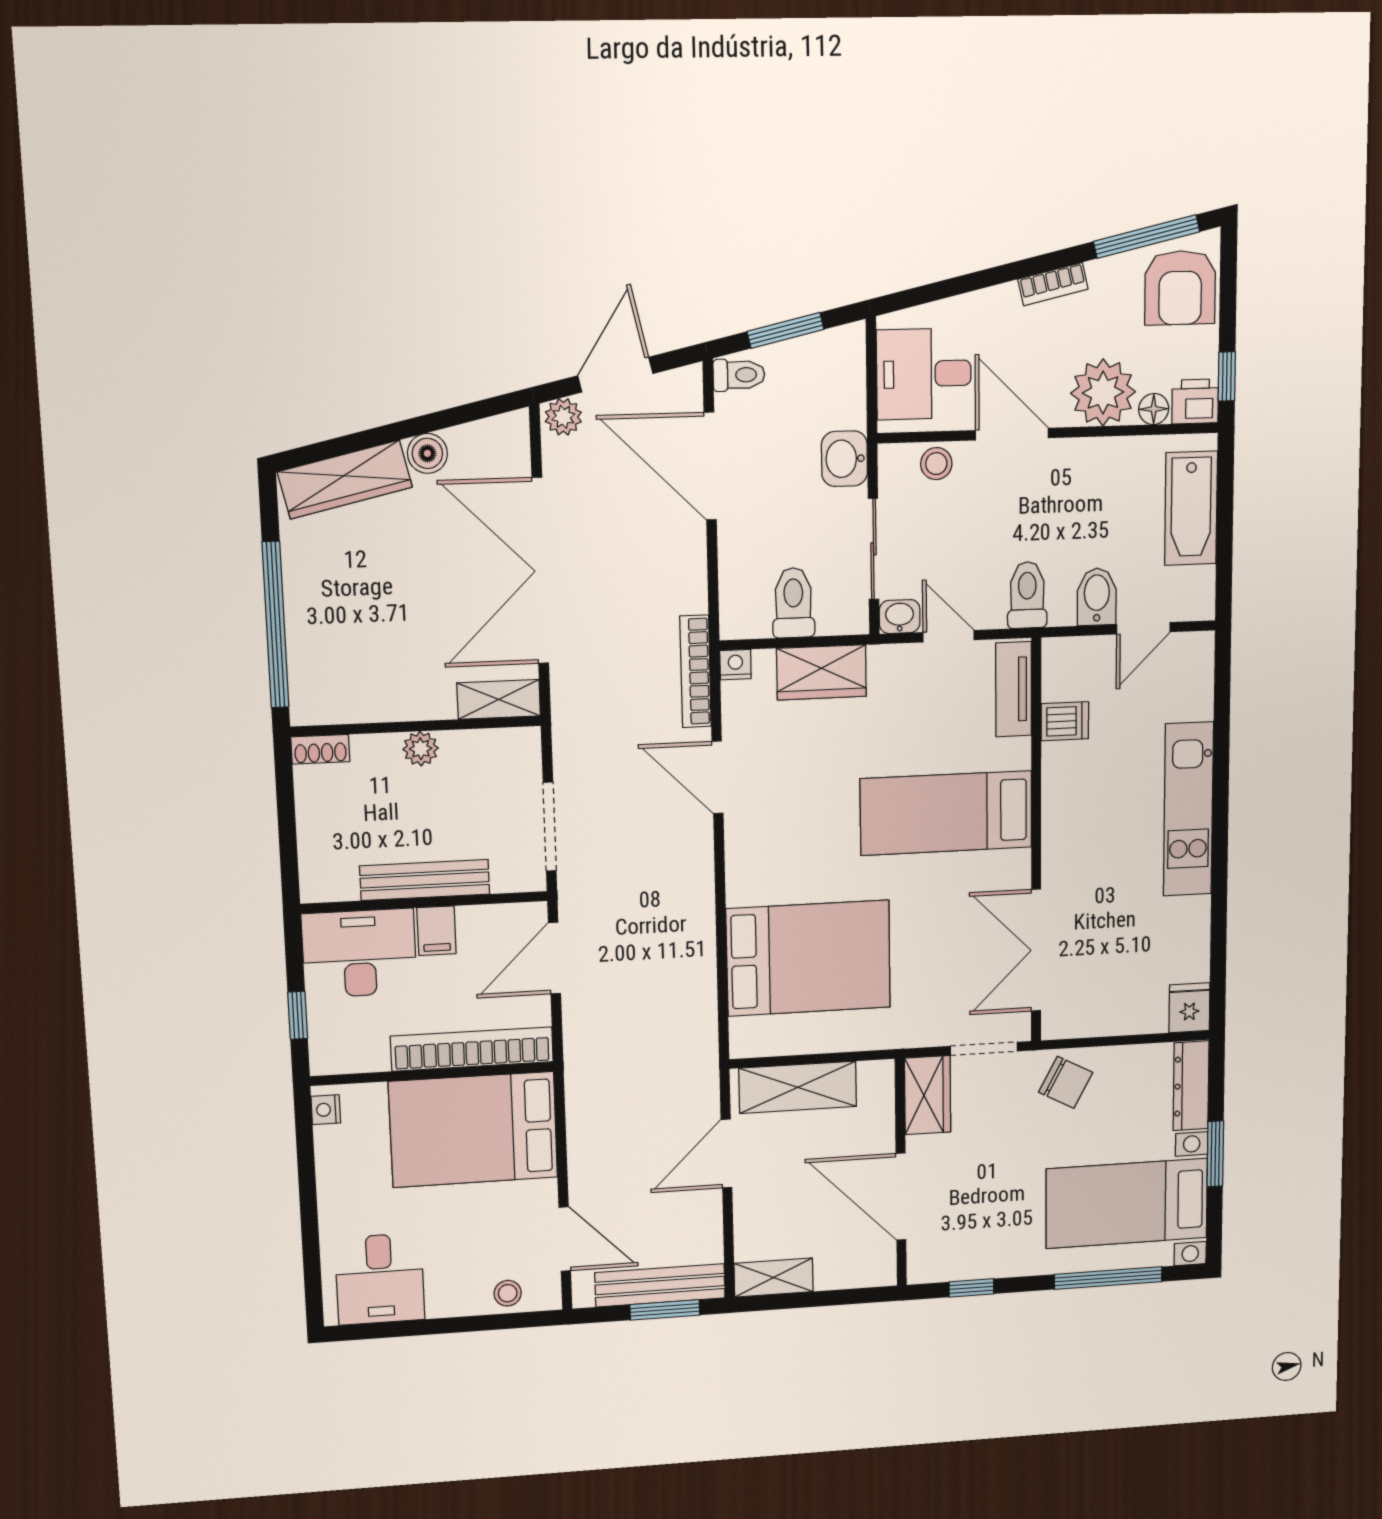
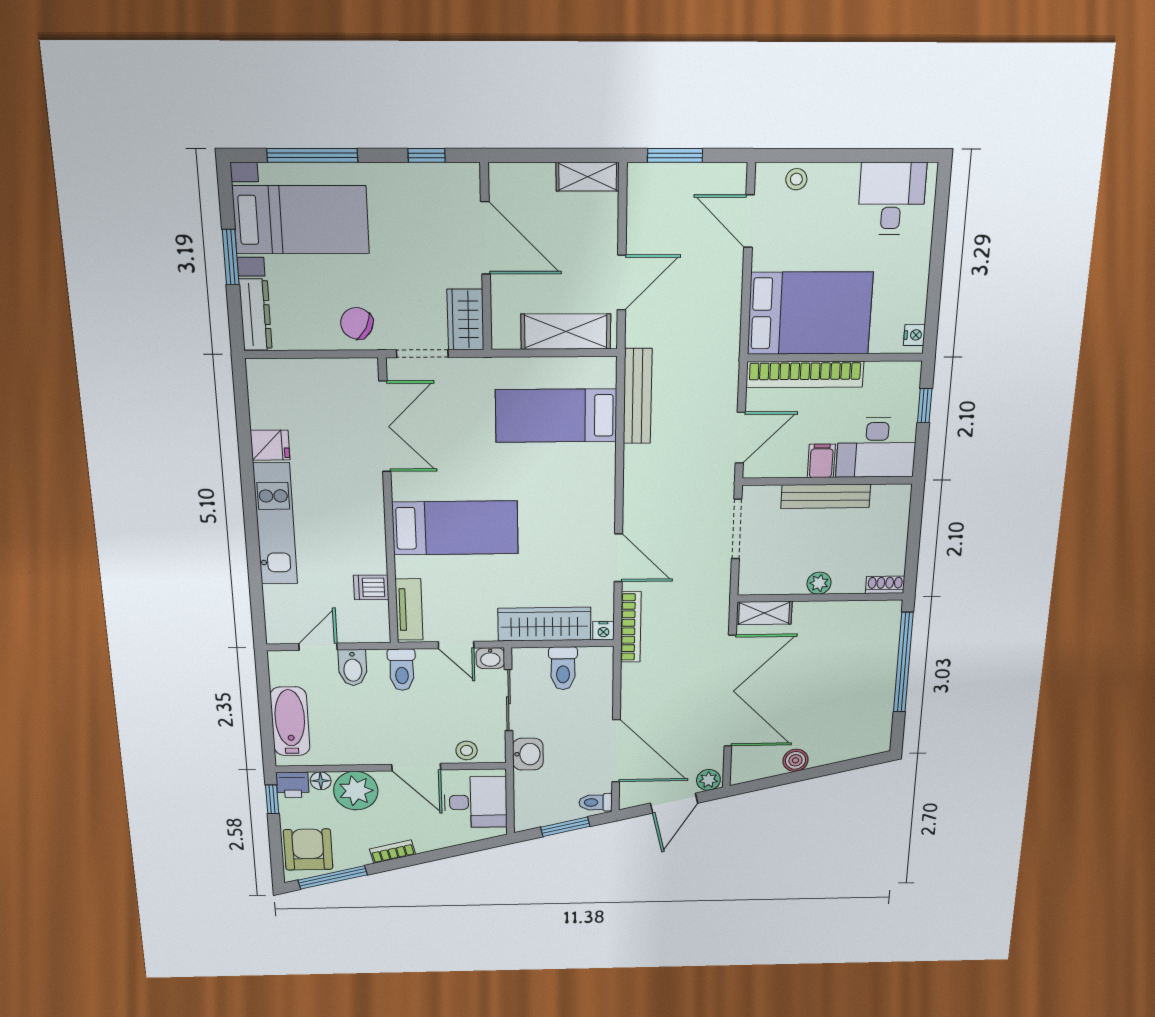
wardrobe: (345, 480) -> (848, 746), removed
wardrobe: (821, 672) -> (544, 624), width x1.50
bed: (808, 958) -> (556, 416), width x0.67
fridge: (1189, 1008) -> (270, 445), moved, turned -90
bench: (660, 1285) -> (638, 396), moved, turned 90

